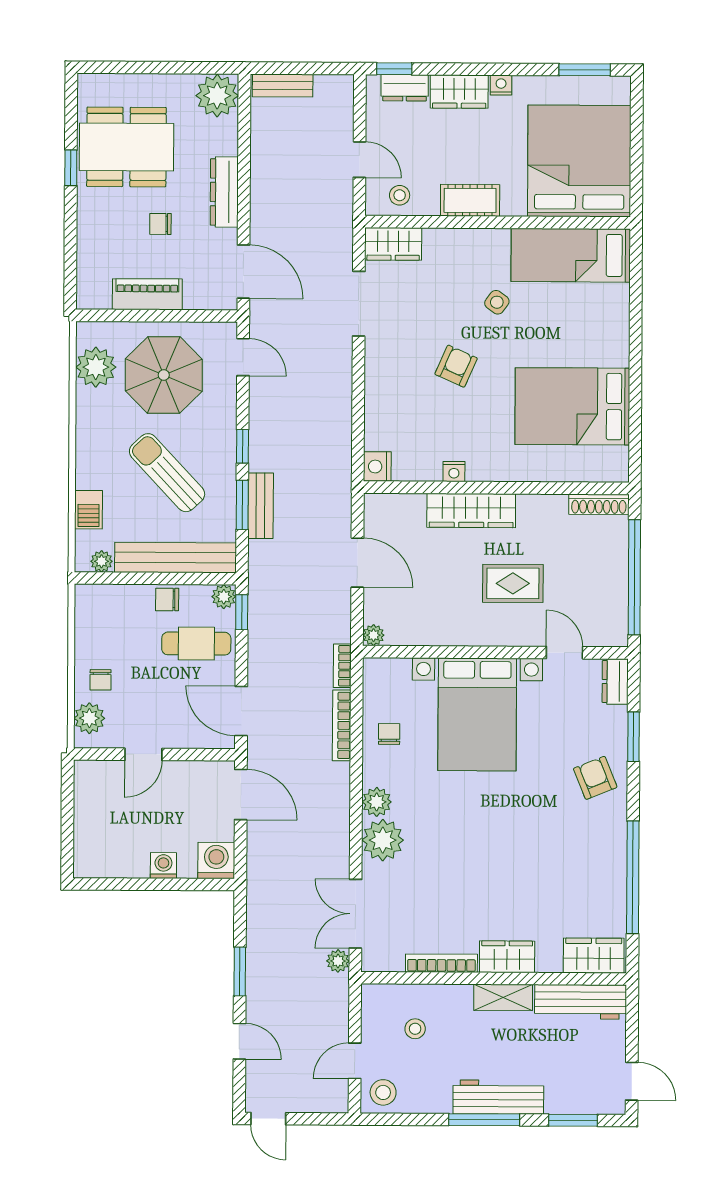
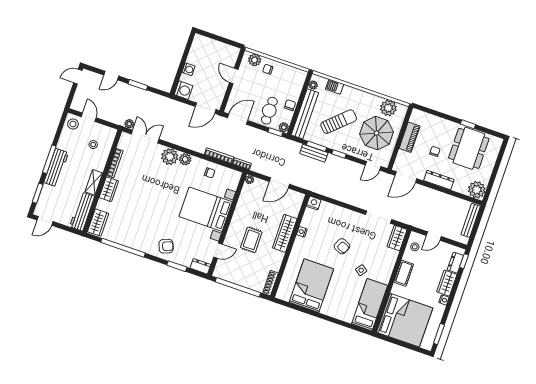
bench: (283, 85) -> (471, 220), width x1.36

